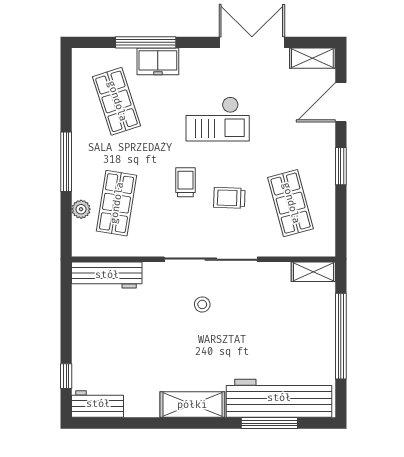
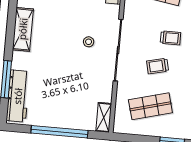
trolley: (229, 198) -> (158, 66), turned -105
workbench: (279, 398) -> (18, 96), width x0.73, depth x0.76

